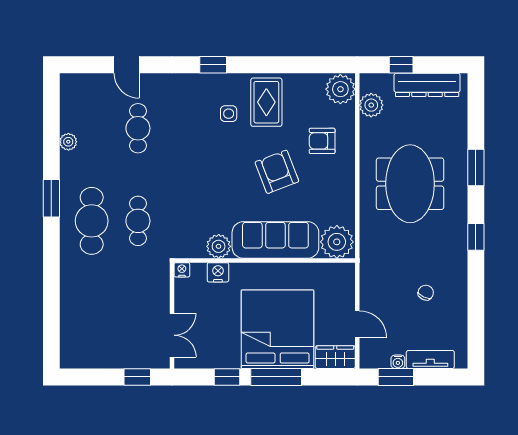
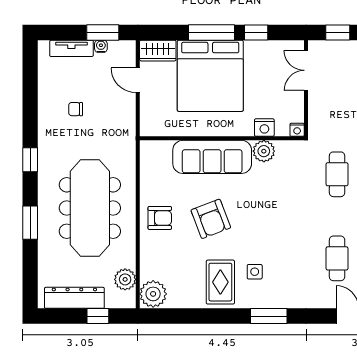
window: (213, 65) -> (269, 316), width x1.50
armchair: (322, 141) -> (160, 218), moved
meeting table: (410, 184) -> (90, 208), width x1.36
plant: (337, 242) -> (156, 155), removed
chair: (426, 293) -> (76, 109), turned 65

